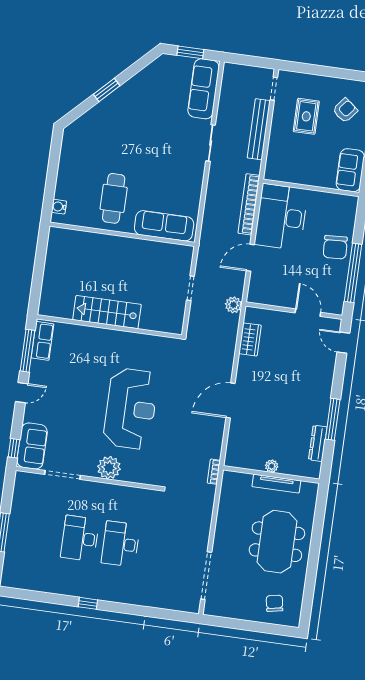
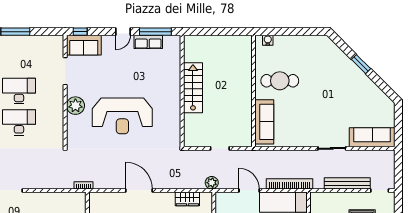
window: (190, 52) -> (398, 124), removed
row of seats: (42, 341) -> (148, 42), moved
door: (22, 393) -> (123, 32), hinge flipped

